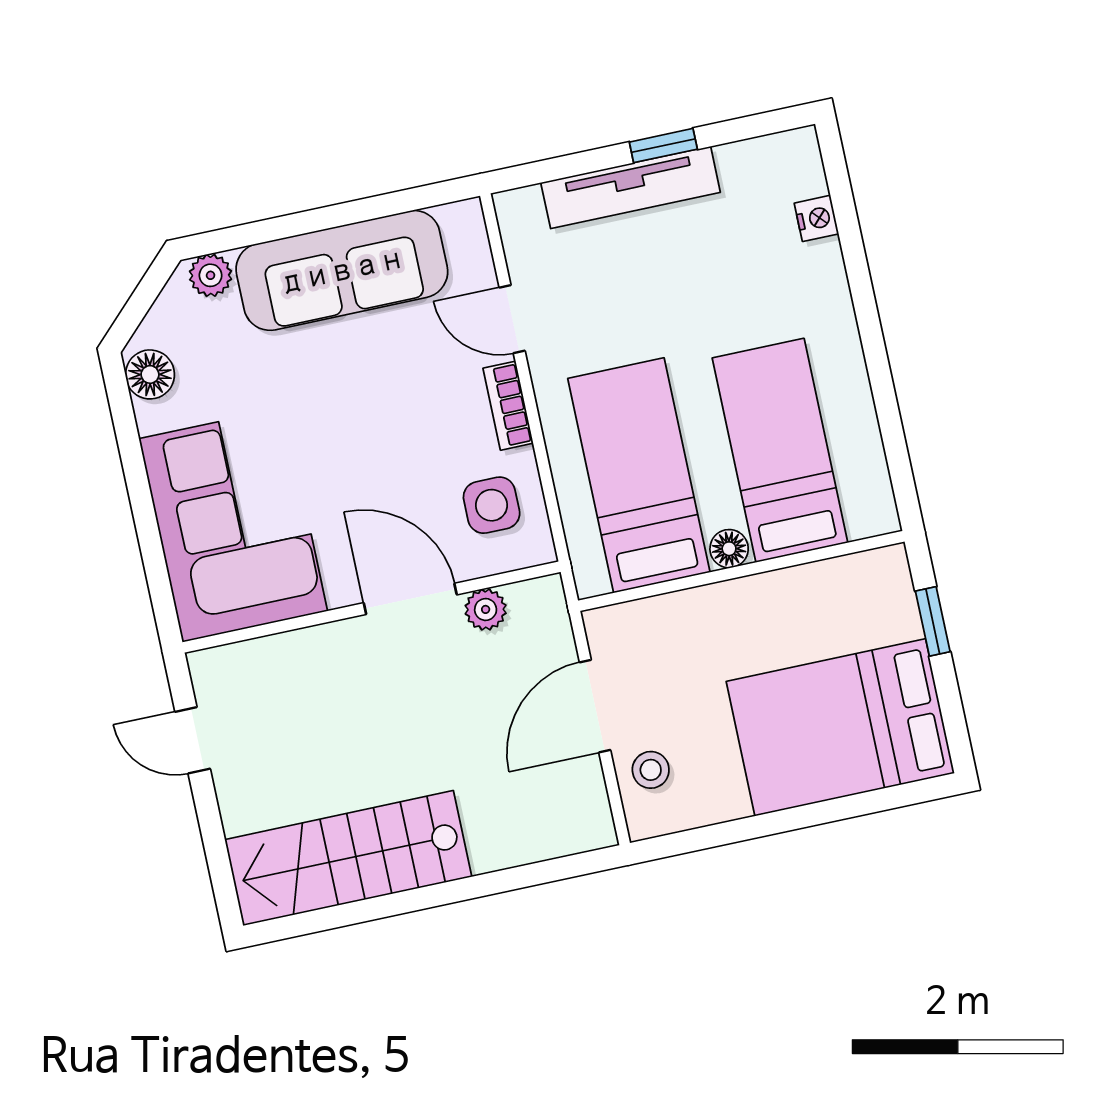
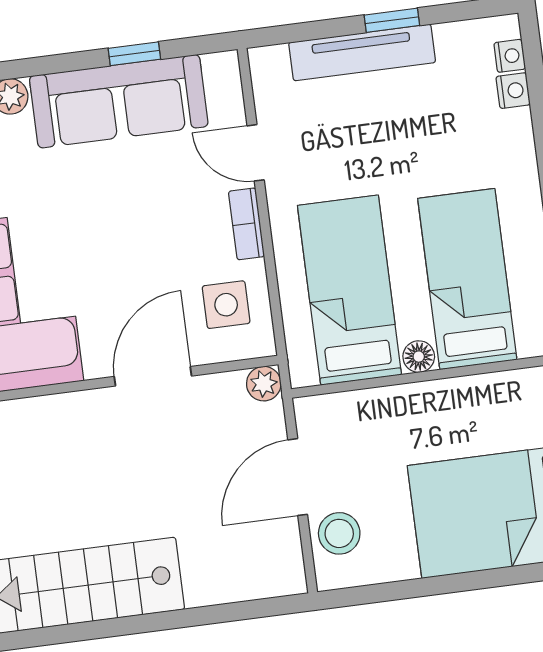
nightstand: (809, 177) -> (510, 56), added
window: (356, 211) -> (134, 54), added
door: (410, 599) -> (153, 376), hinge flipped
plant: (486, 609) -> (264, 384), moved
stool: (651, 770) -> (339, 533), width x1.37, depth x1.37

